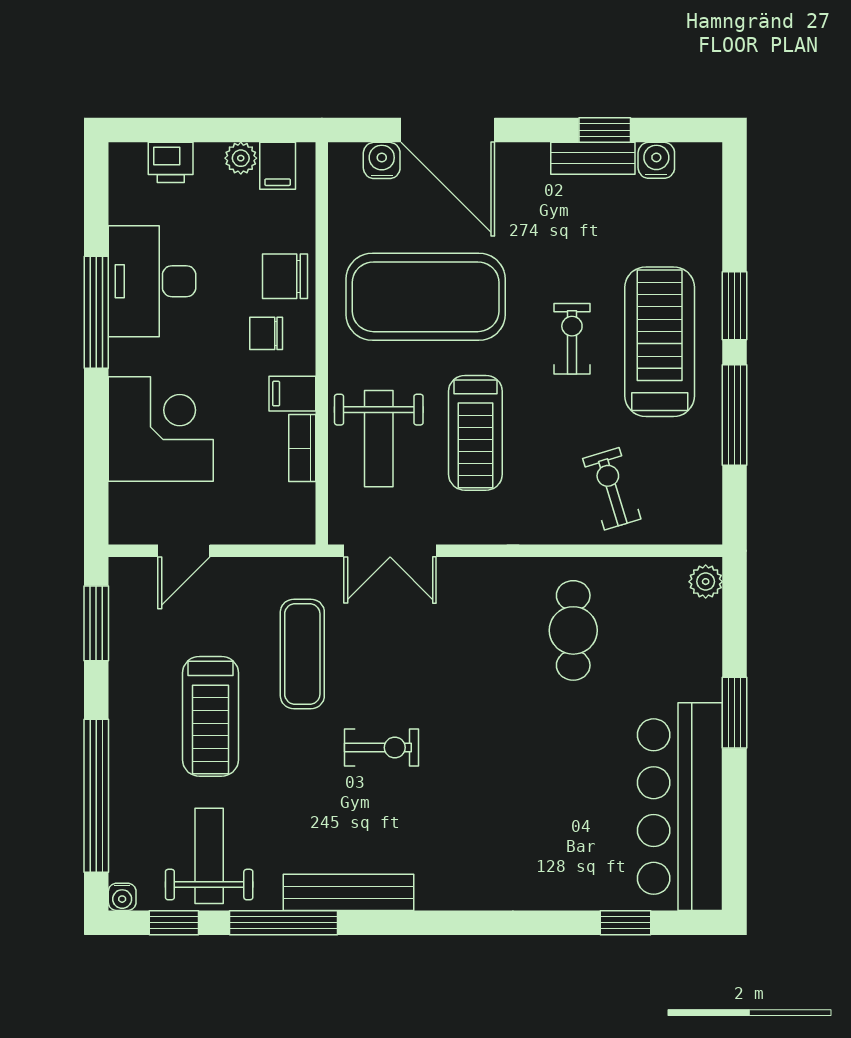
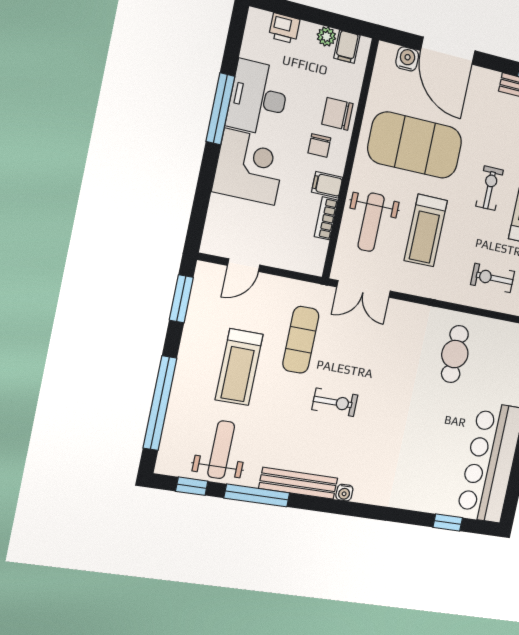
chair: (266, 333) -> (319, 145), turned -90
corner desk: (161, 429) -> (250, 167), moved
exercise bike: (612, 489) -> (493, 278), turned -73
water cooler: (122, 897) -> (344, 493), moved

